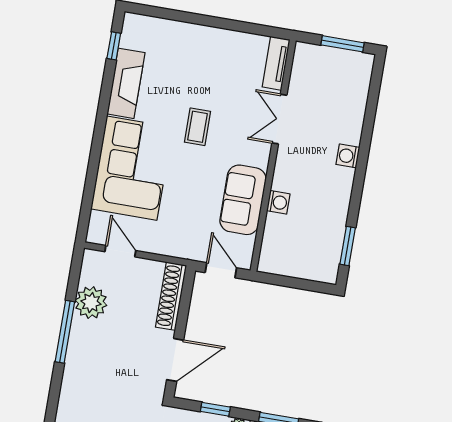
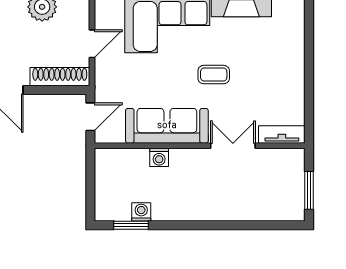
washing machine: (348, 156) -> (141, 212), moved
sofa: (243, 200) -> (167, 126), width x1.36
door: (120, 251) -> (92, 44), moved

